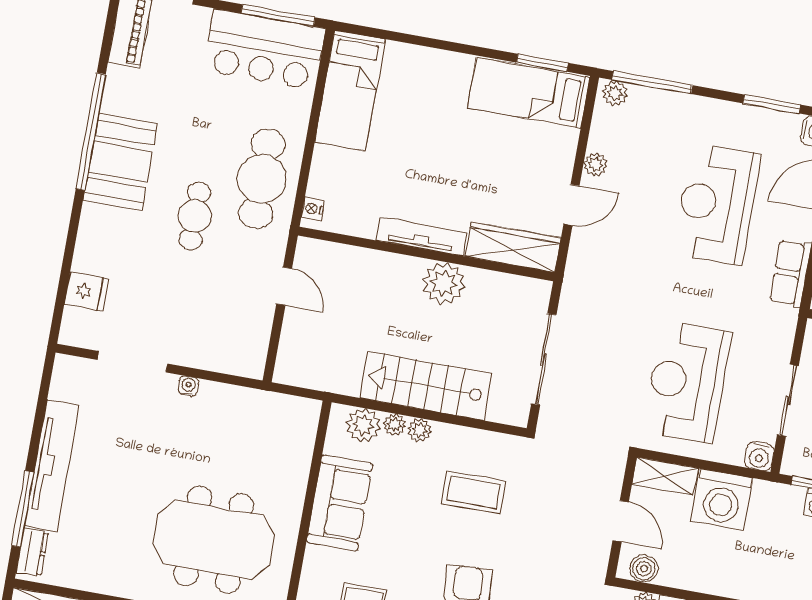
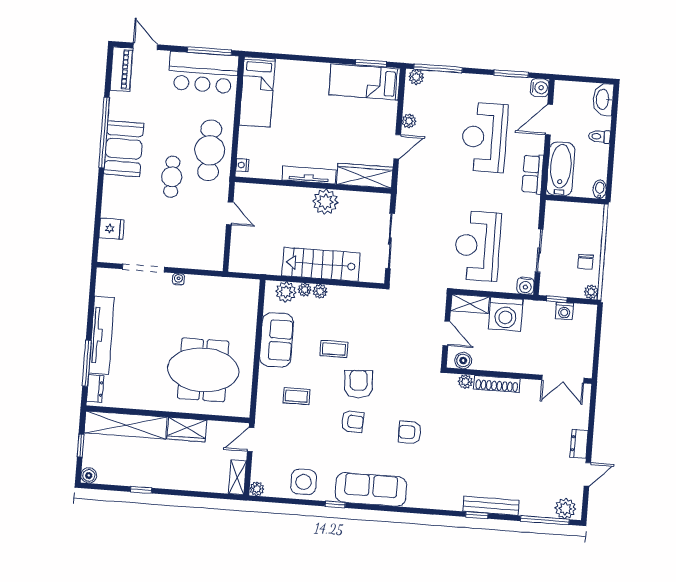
coffee table: (474, 493) -> (334, 349), moved, width x0.73, depth x0.77

